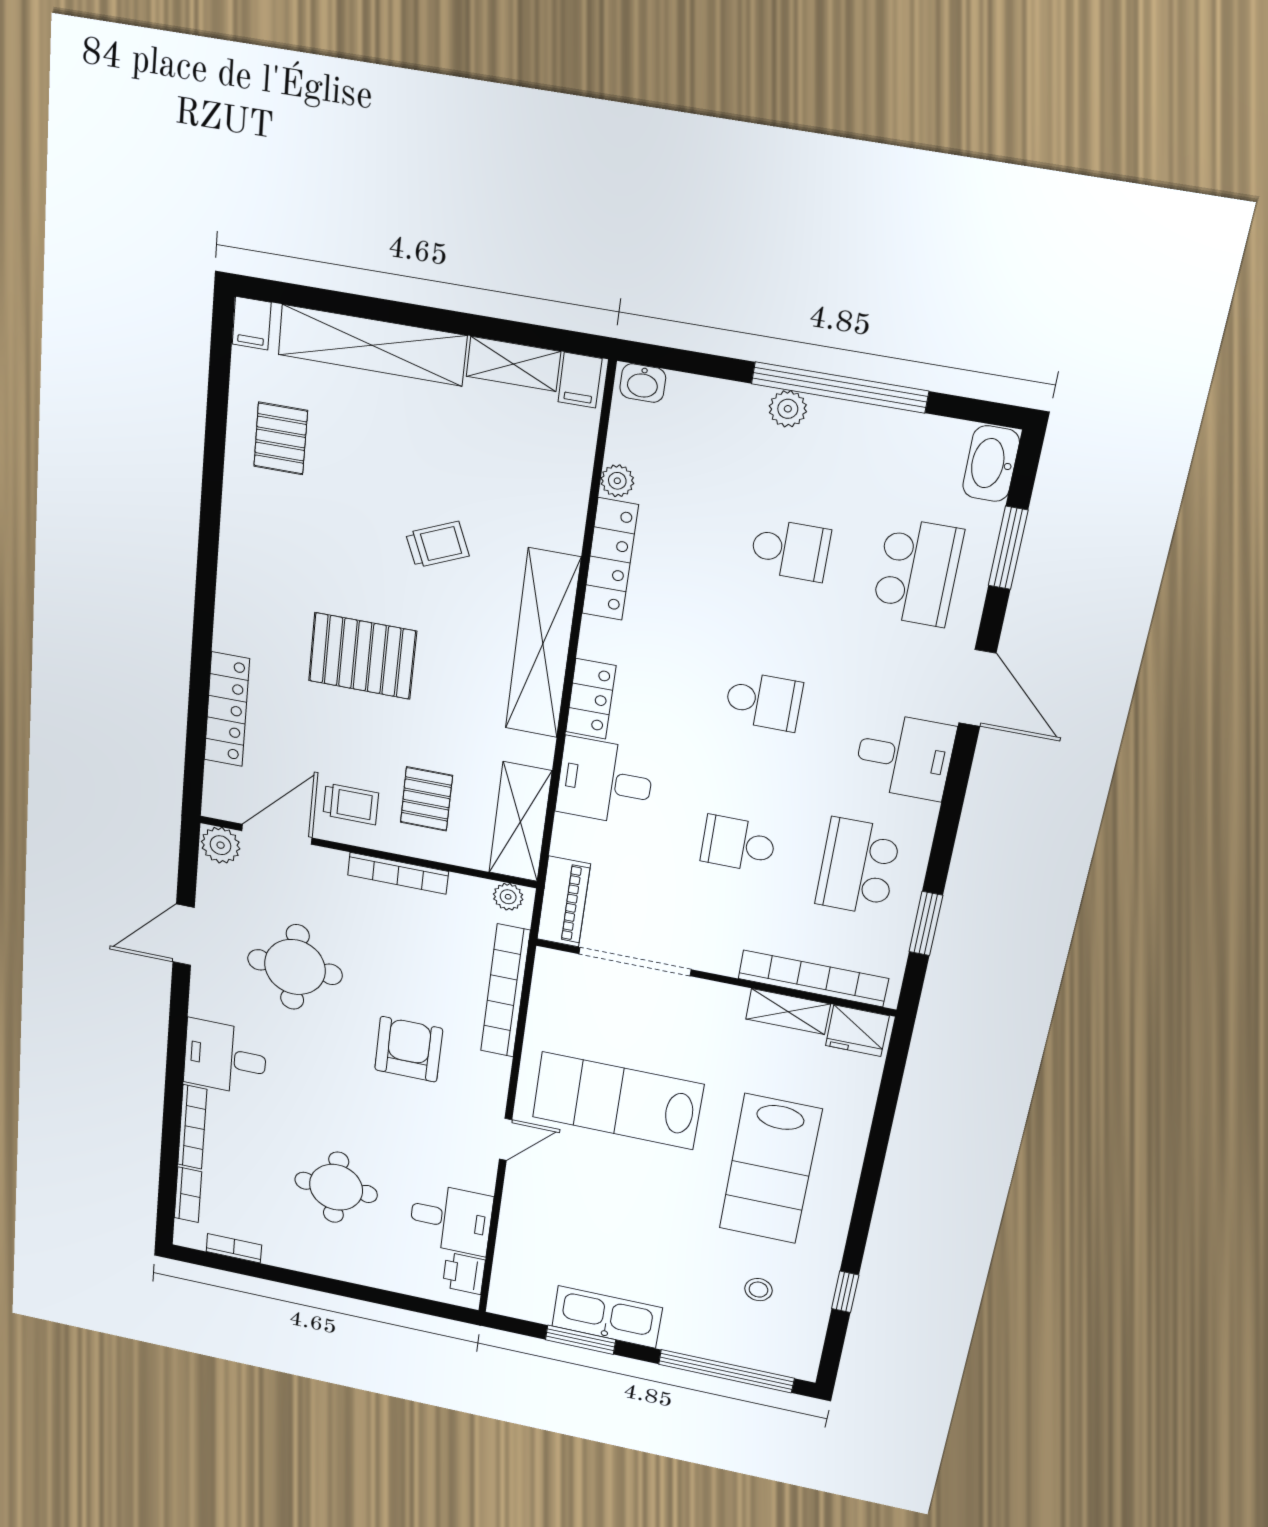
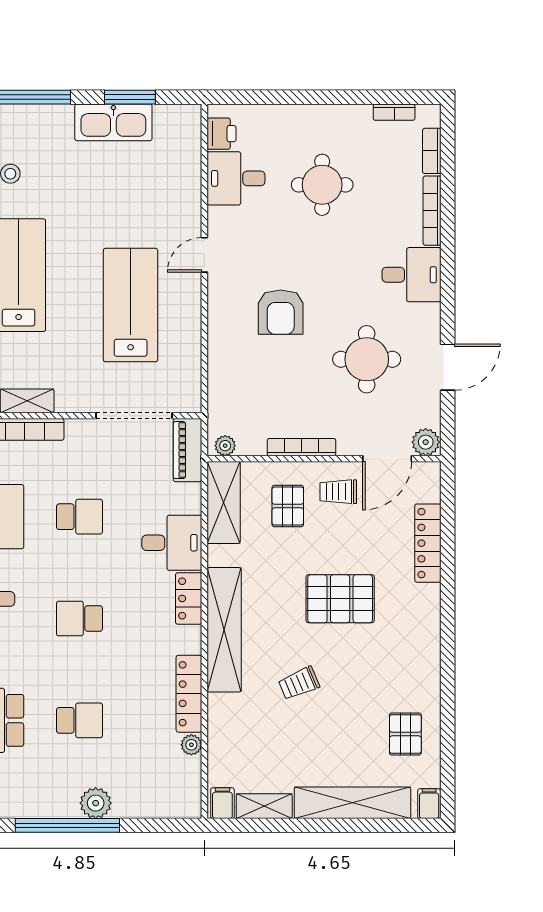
washbasin: (643, 383) -> (184, 808), removed
plant: (788, 409) -> (96, 803), width x1.38, depth x1.38
school desk: (790, 550) -> (79, 720), turned 180
bookcase: (505, 991) -> (219, 374), removed
lab bench: (618, 1101) -> (131, 305), turned -90

